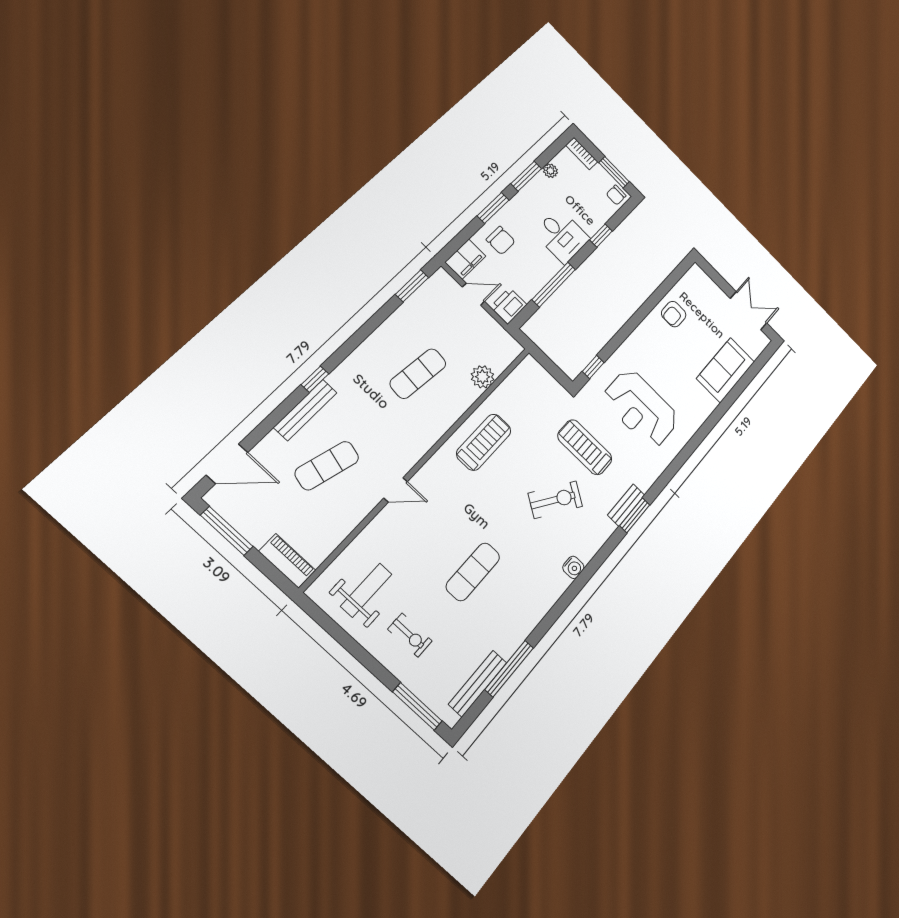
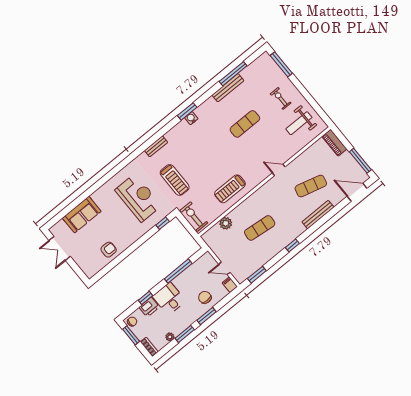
filing cabinet: (465, 259) -> (230, 285), width x0.50
printer: (509, 306) -> (149, 307), moved
window: (315, 379) -> (292, 246), moved
exercise bike: (555, 500) -> (194, 217), moved, turned 57
window: (635, 515) -> (187, 111), moved
bench: (478, 683) -> (228, 88), moved

